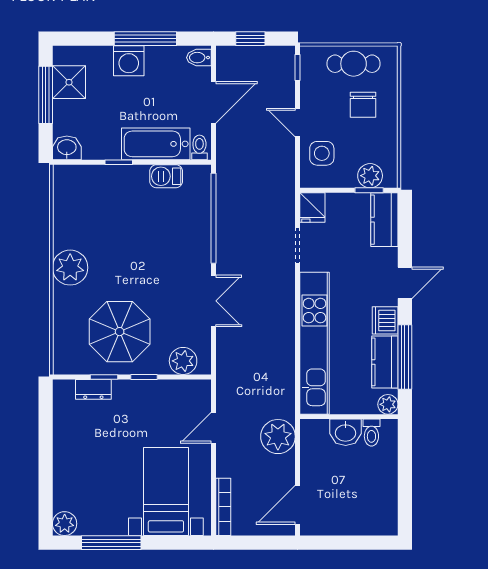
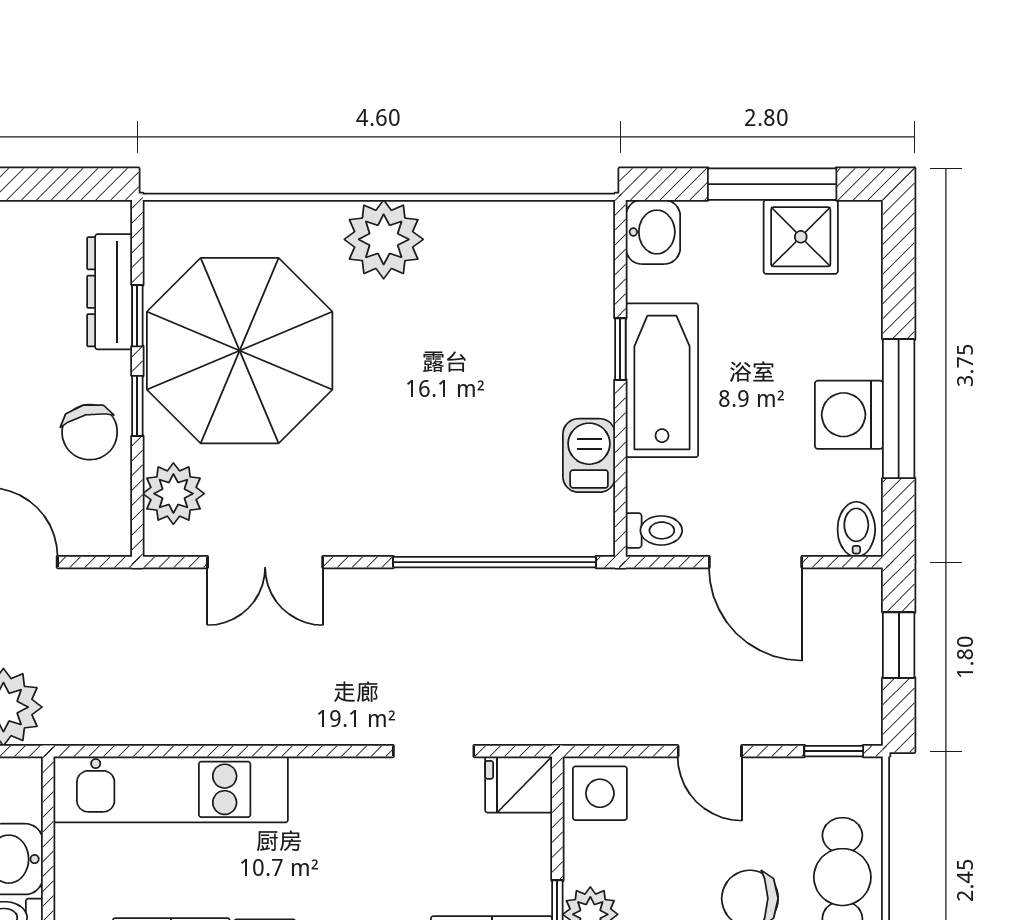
washing machine: (129, 61) -> (849, 415), moved
door: (298, 123) -> (710, 751), swing flipped
bathtub: (156, 144) -> (662, 380), moved
side table: (322, 153) -> (600, 793), moved
double door: (214, 301) -> (265, 562), moved
parasol: (120, 332) -> (240, 351), width x1.36, depth x1.36
kitchen unit: (315, 343) -> (171, 789), width x0.73
dresser: (93, 389) -> (110, 292), width x1.44
chair: (156, 398) -> (90, 432), added

